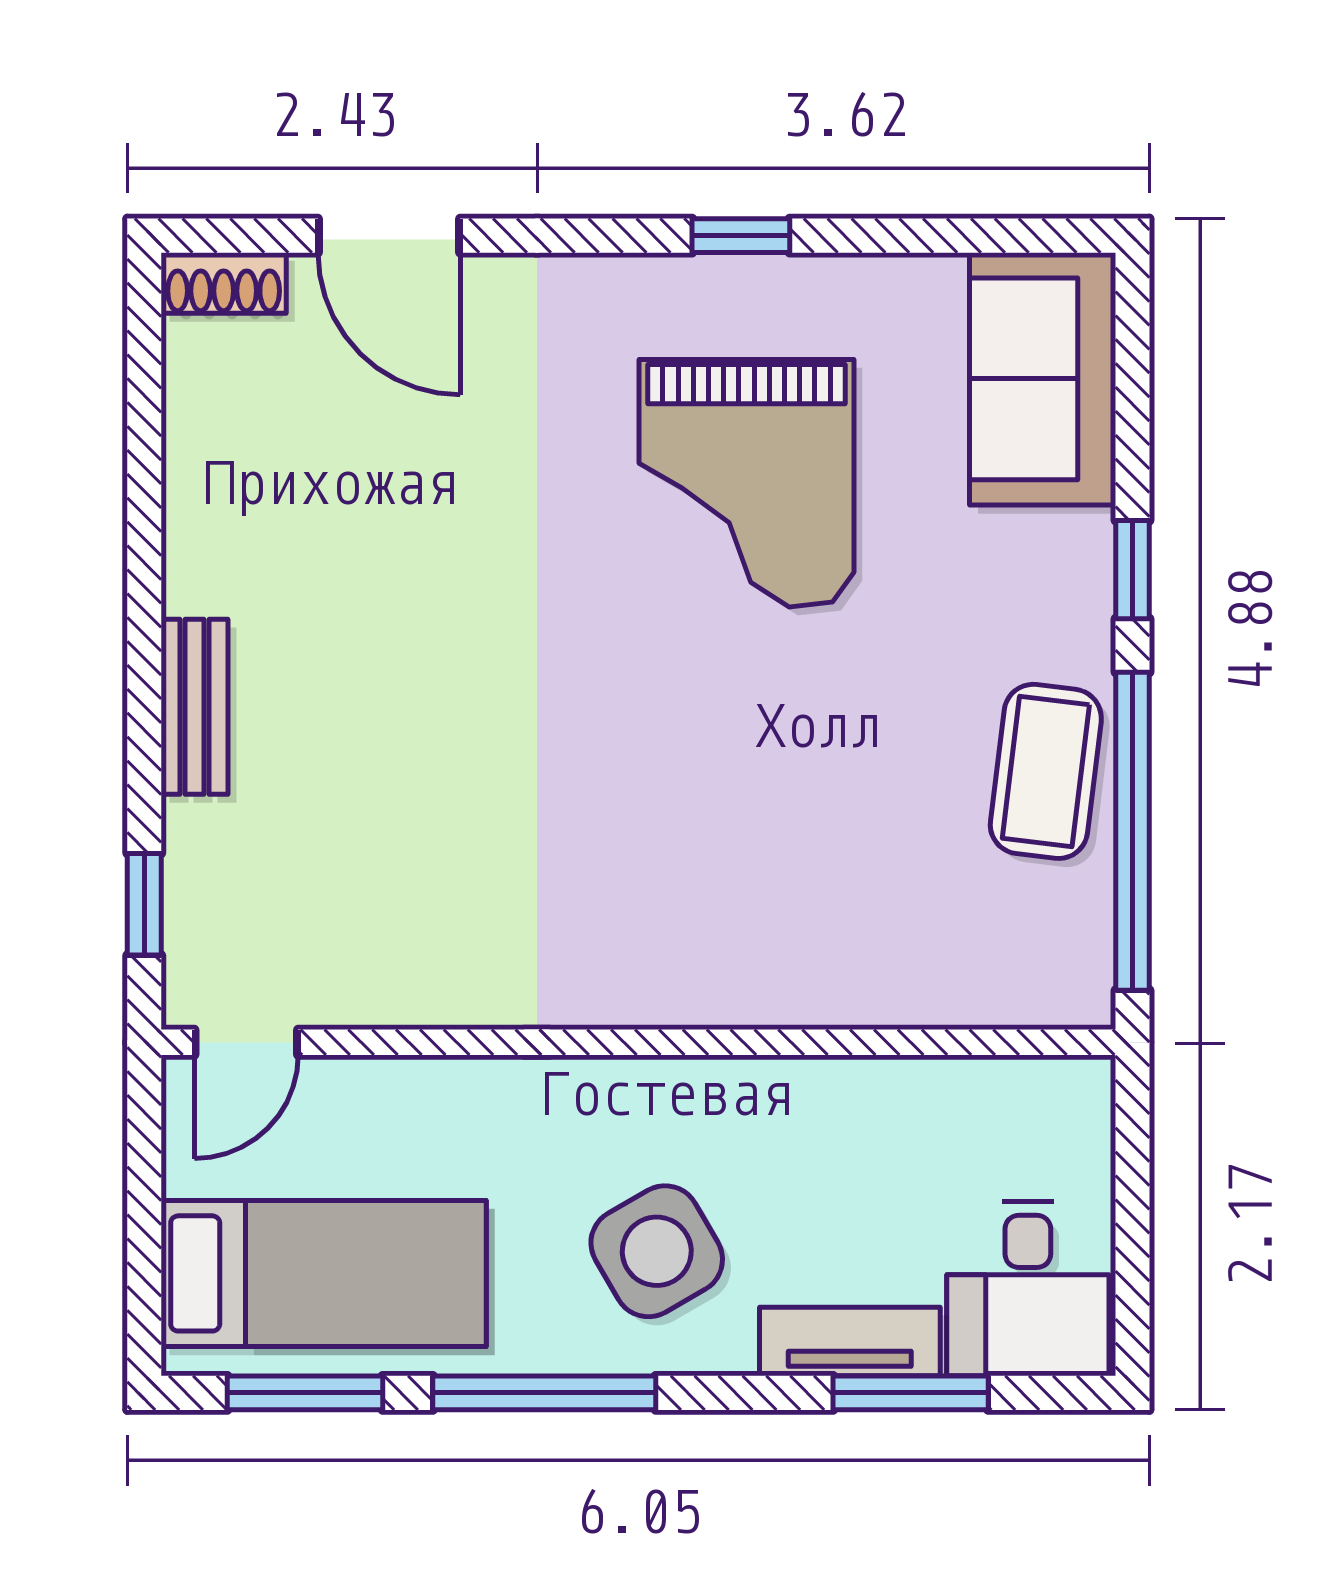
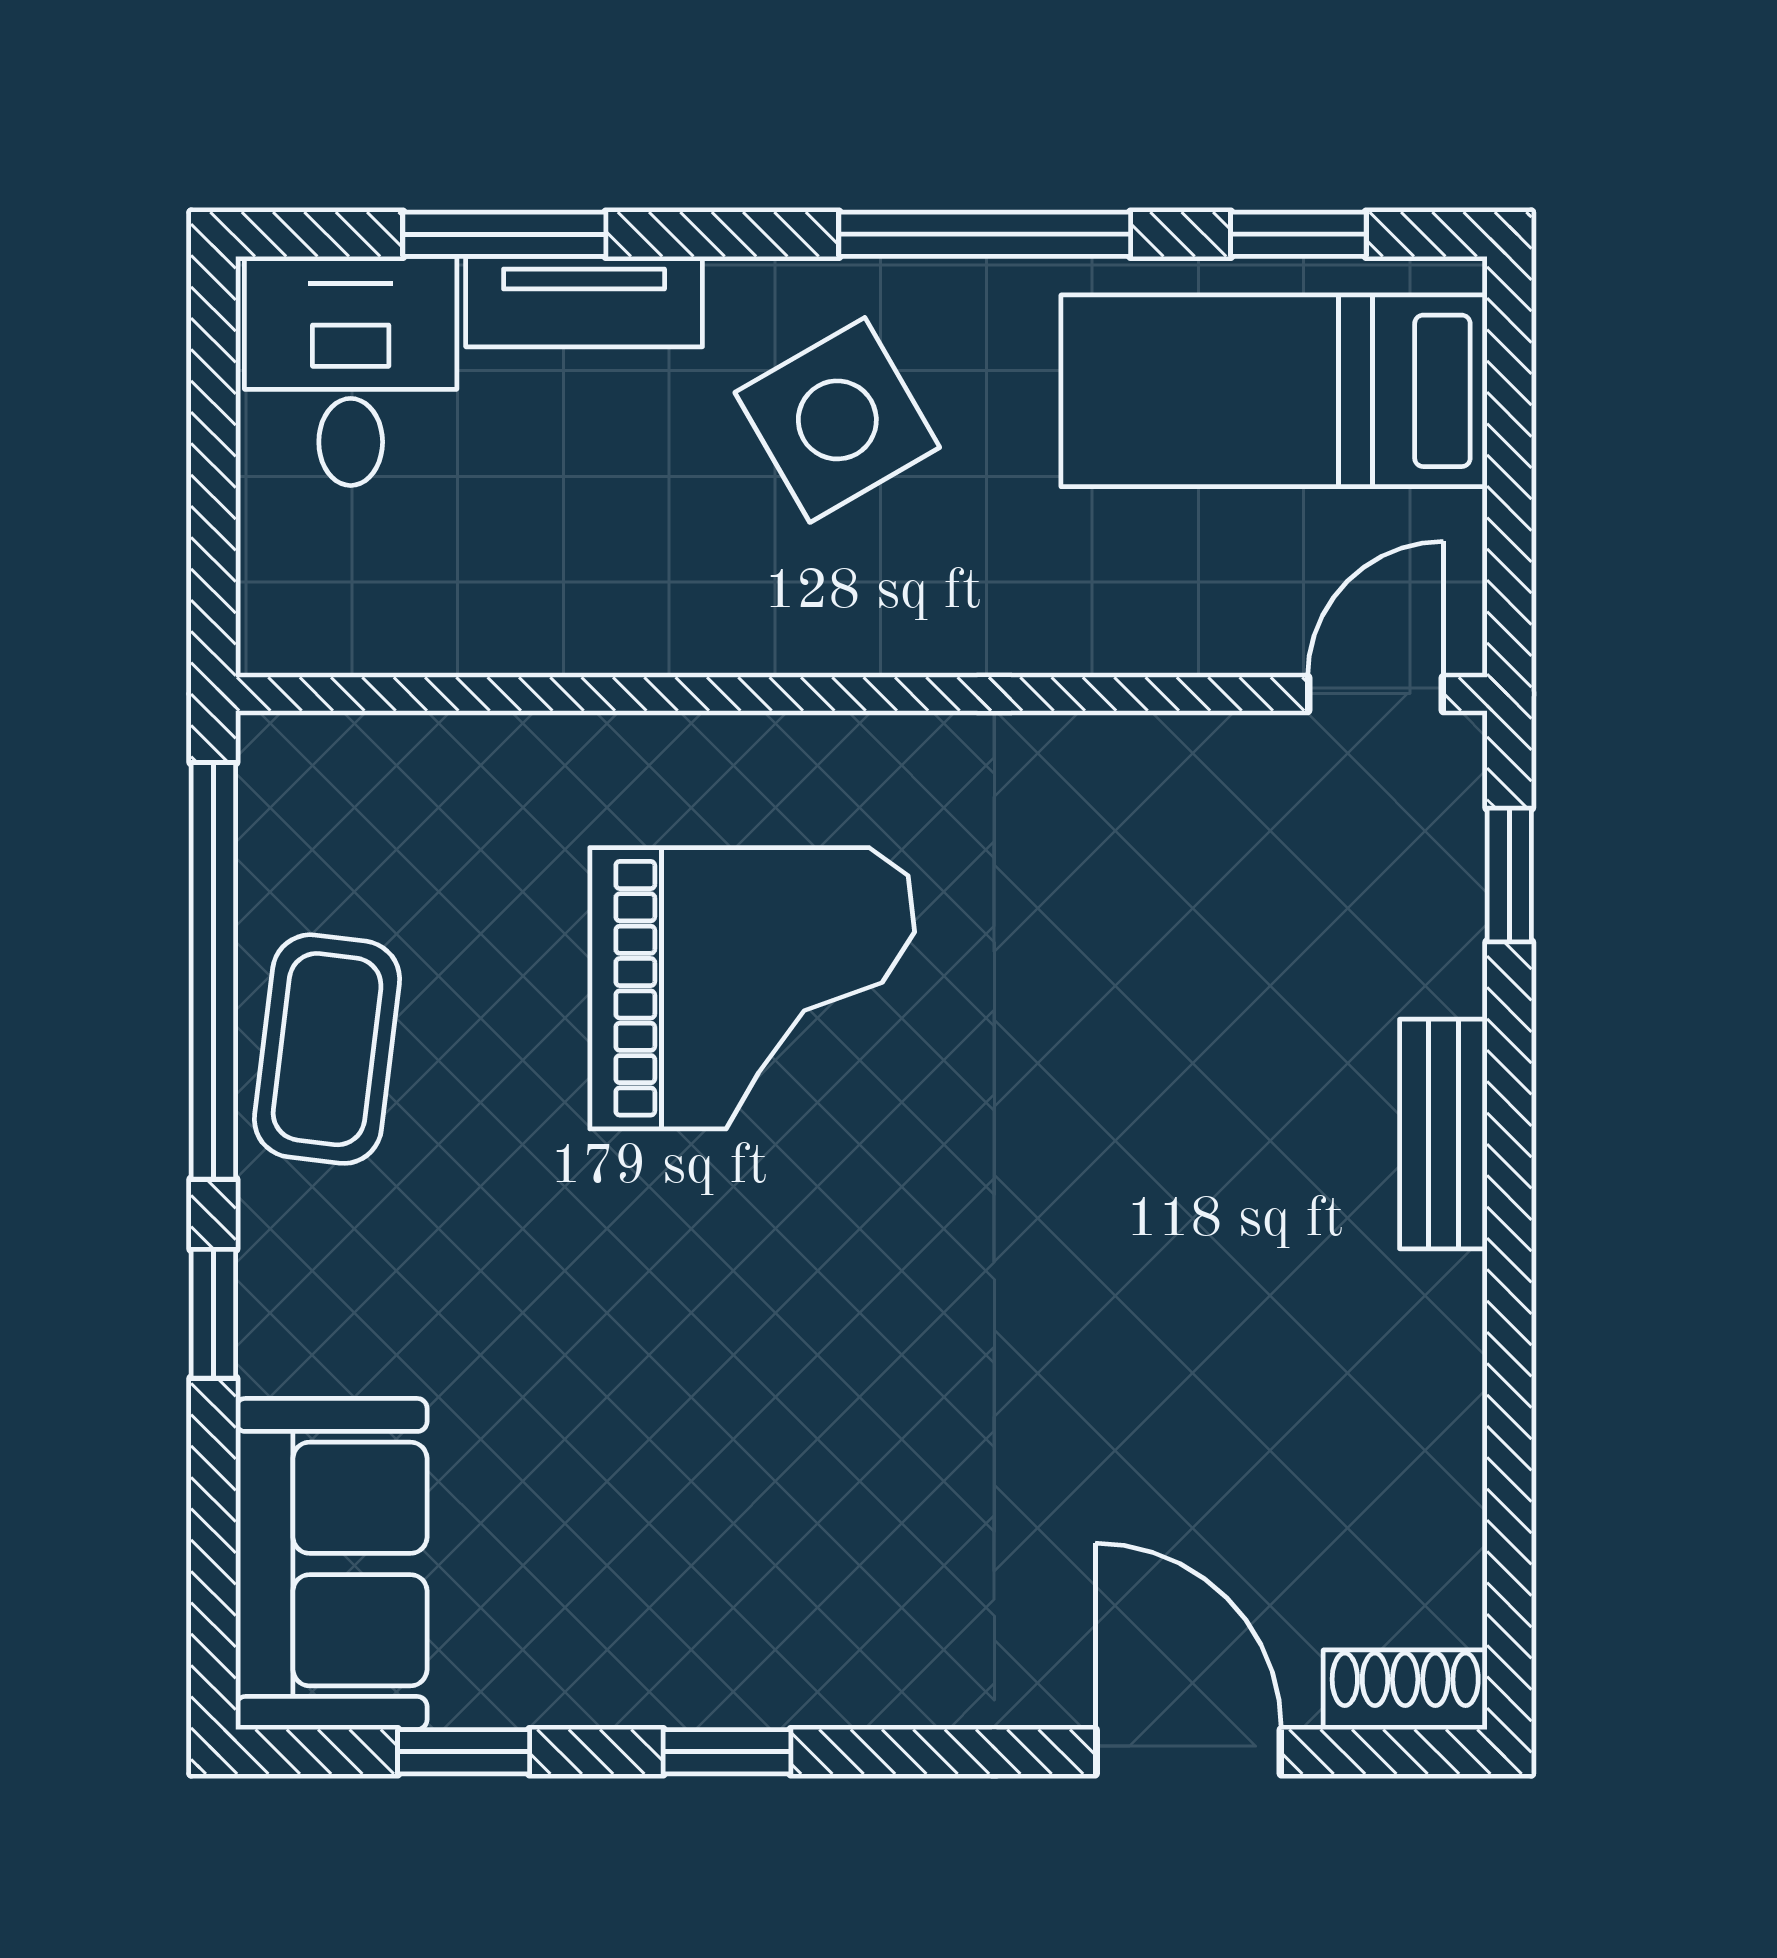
window: (942, 236) -> (464, 1752), added
grand piano: (747, 483) -> (752, 988), moved, turned 90
window: (305, 1393) -> (1298, 234), width x0.67

